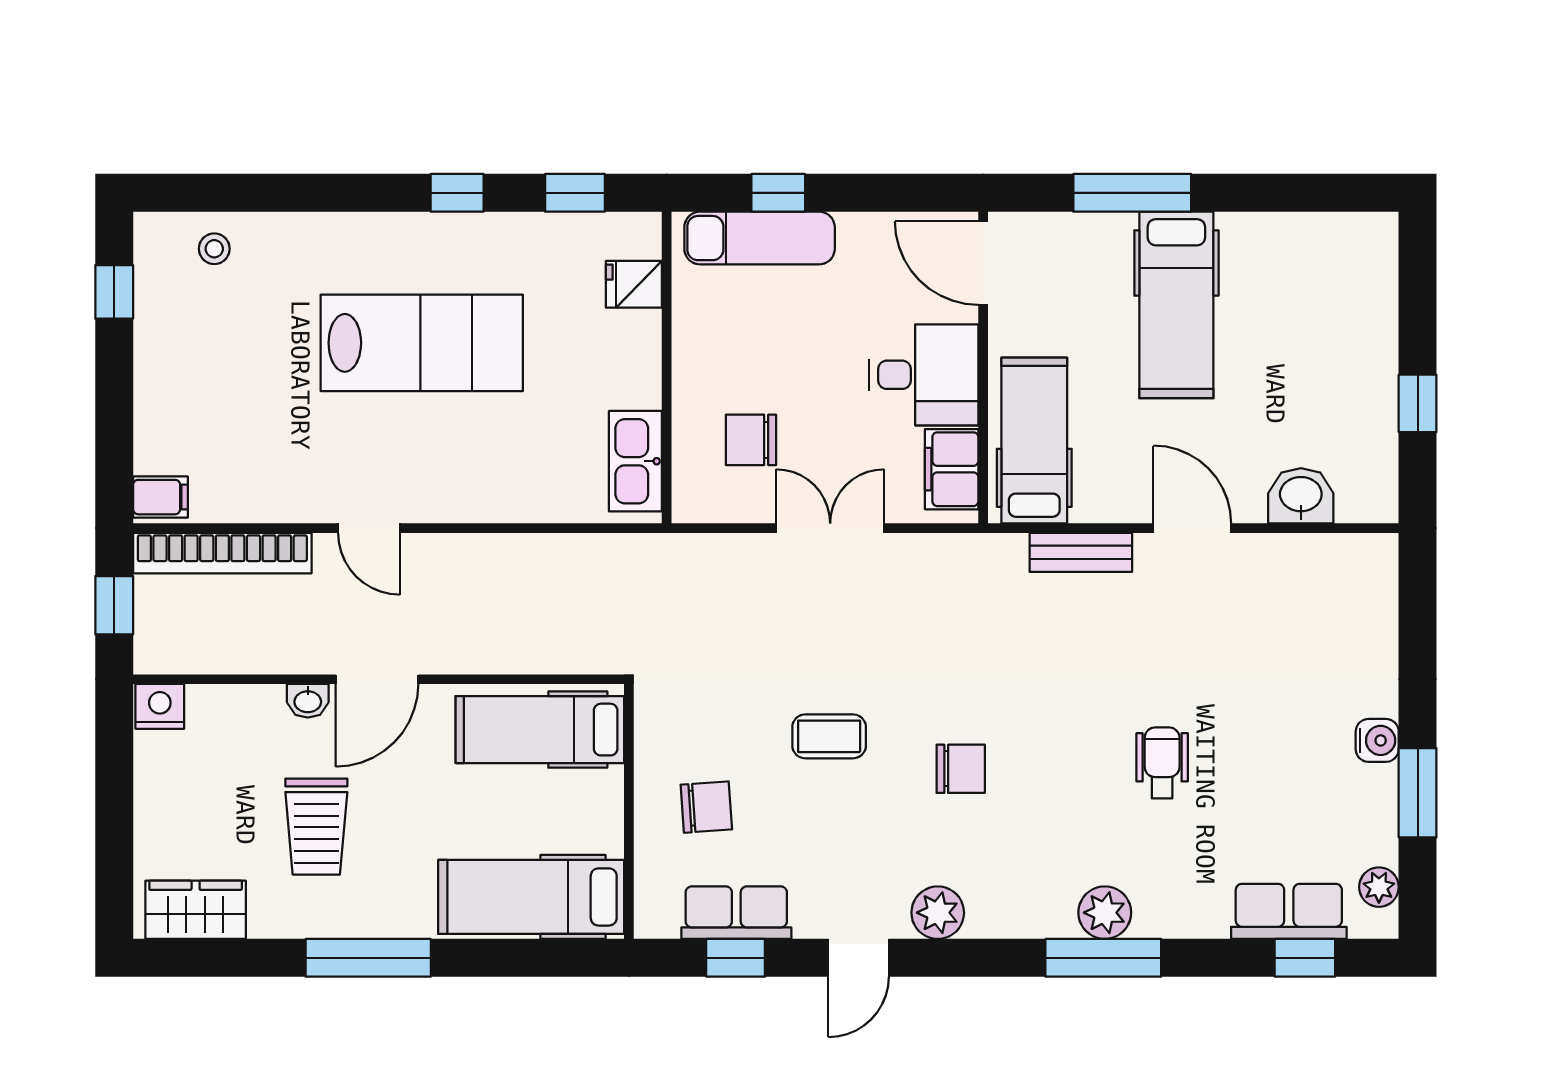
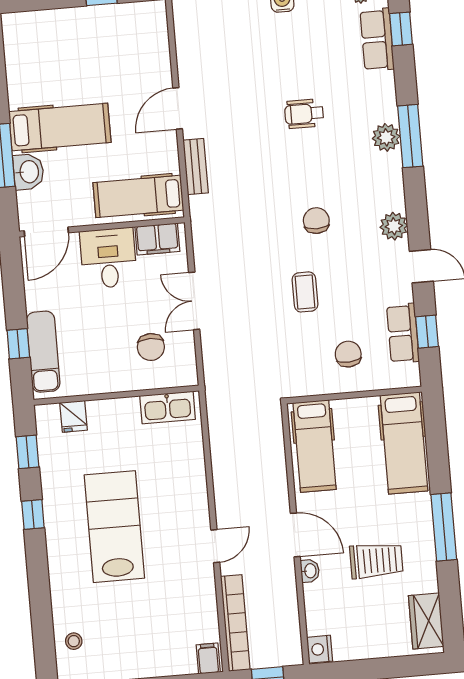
washbasin: (1301, 496) -> (28, 172), moved, turned 180

